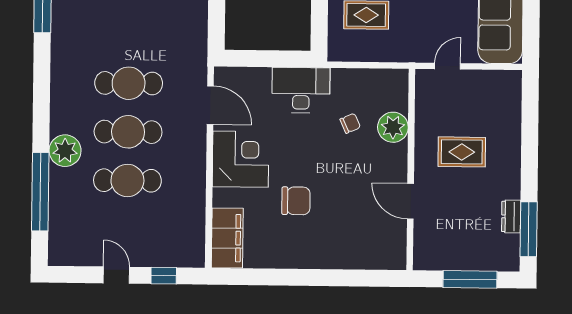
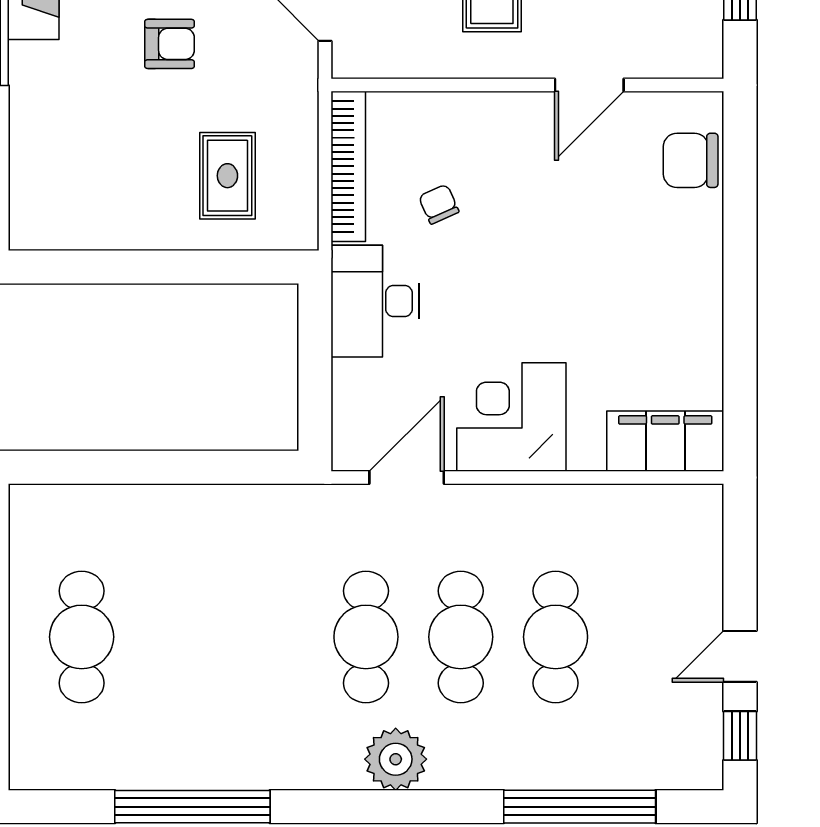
bookcase: (370, 77) -> (348, 166), added
plant: (393, 127) -> (445, 121), removed
plant: (65, 151) -> (396, 759), moved
chair: (296, 201) -> (691, 160), moved, turned -90
window: (164, 276) -> (740, 736), moved

